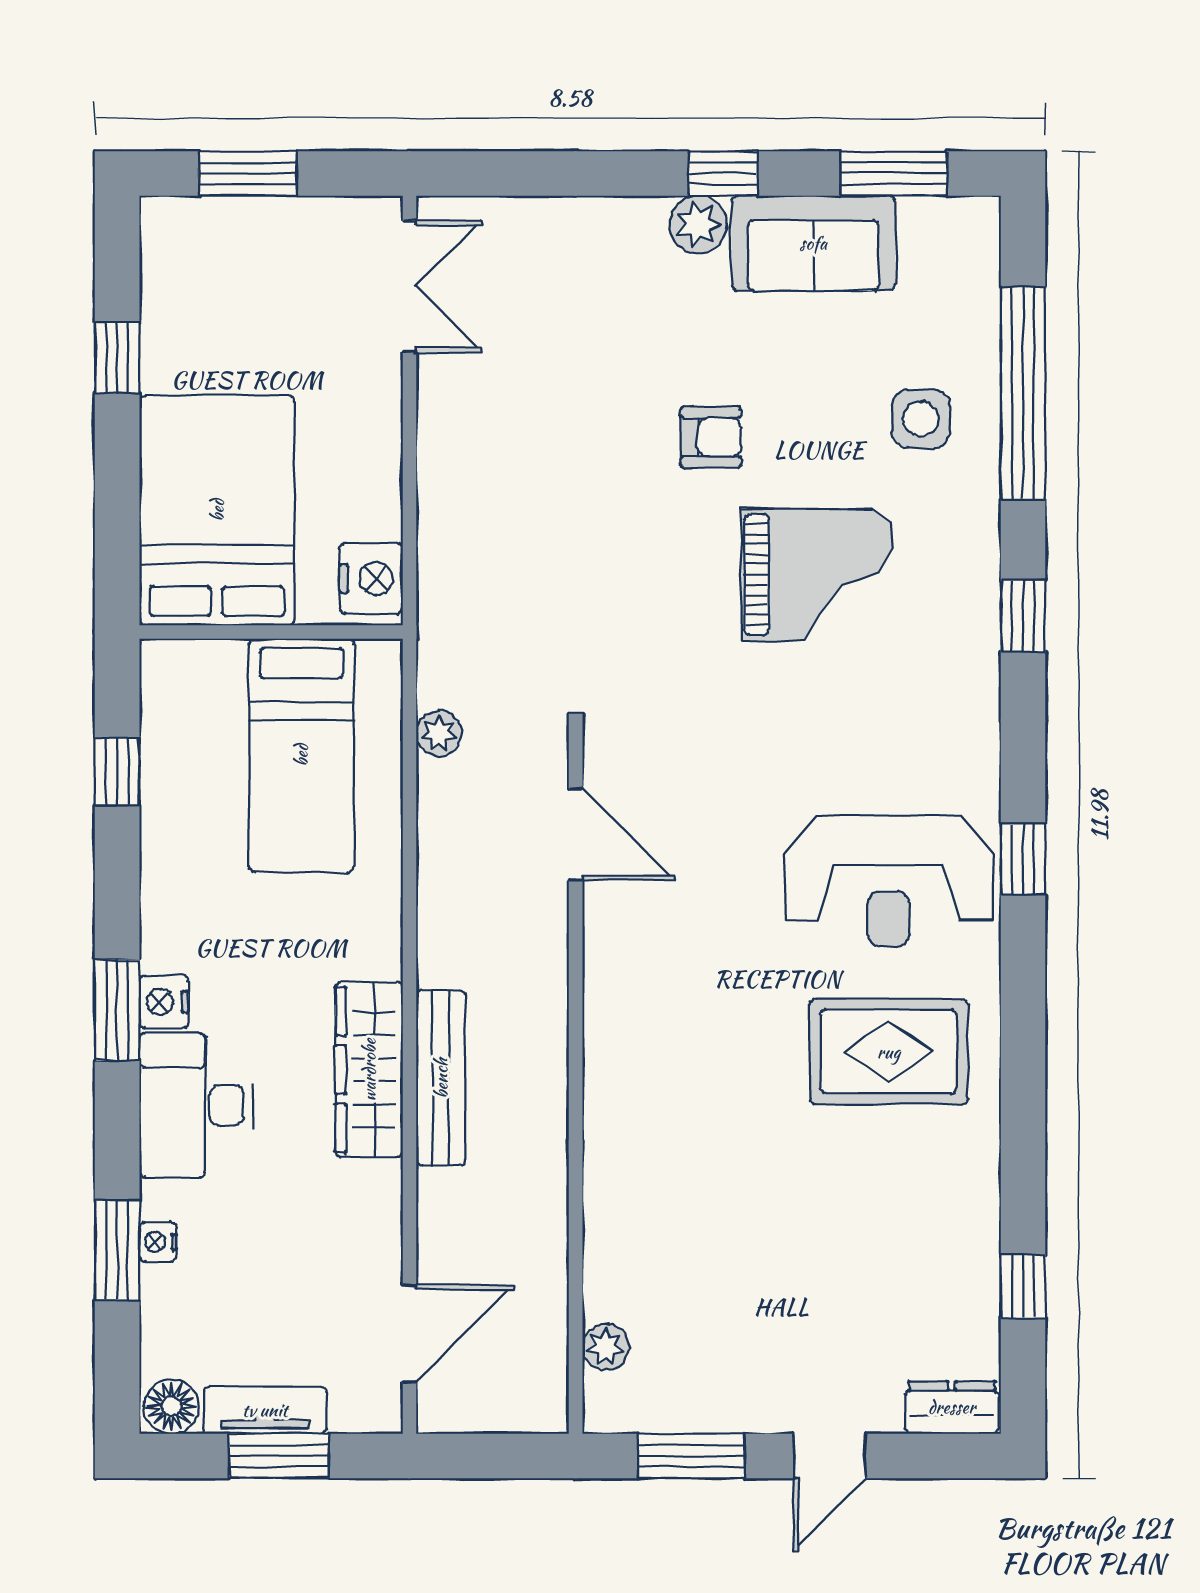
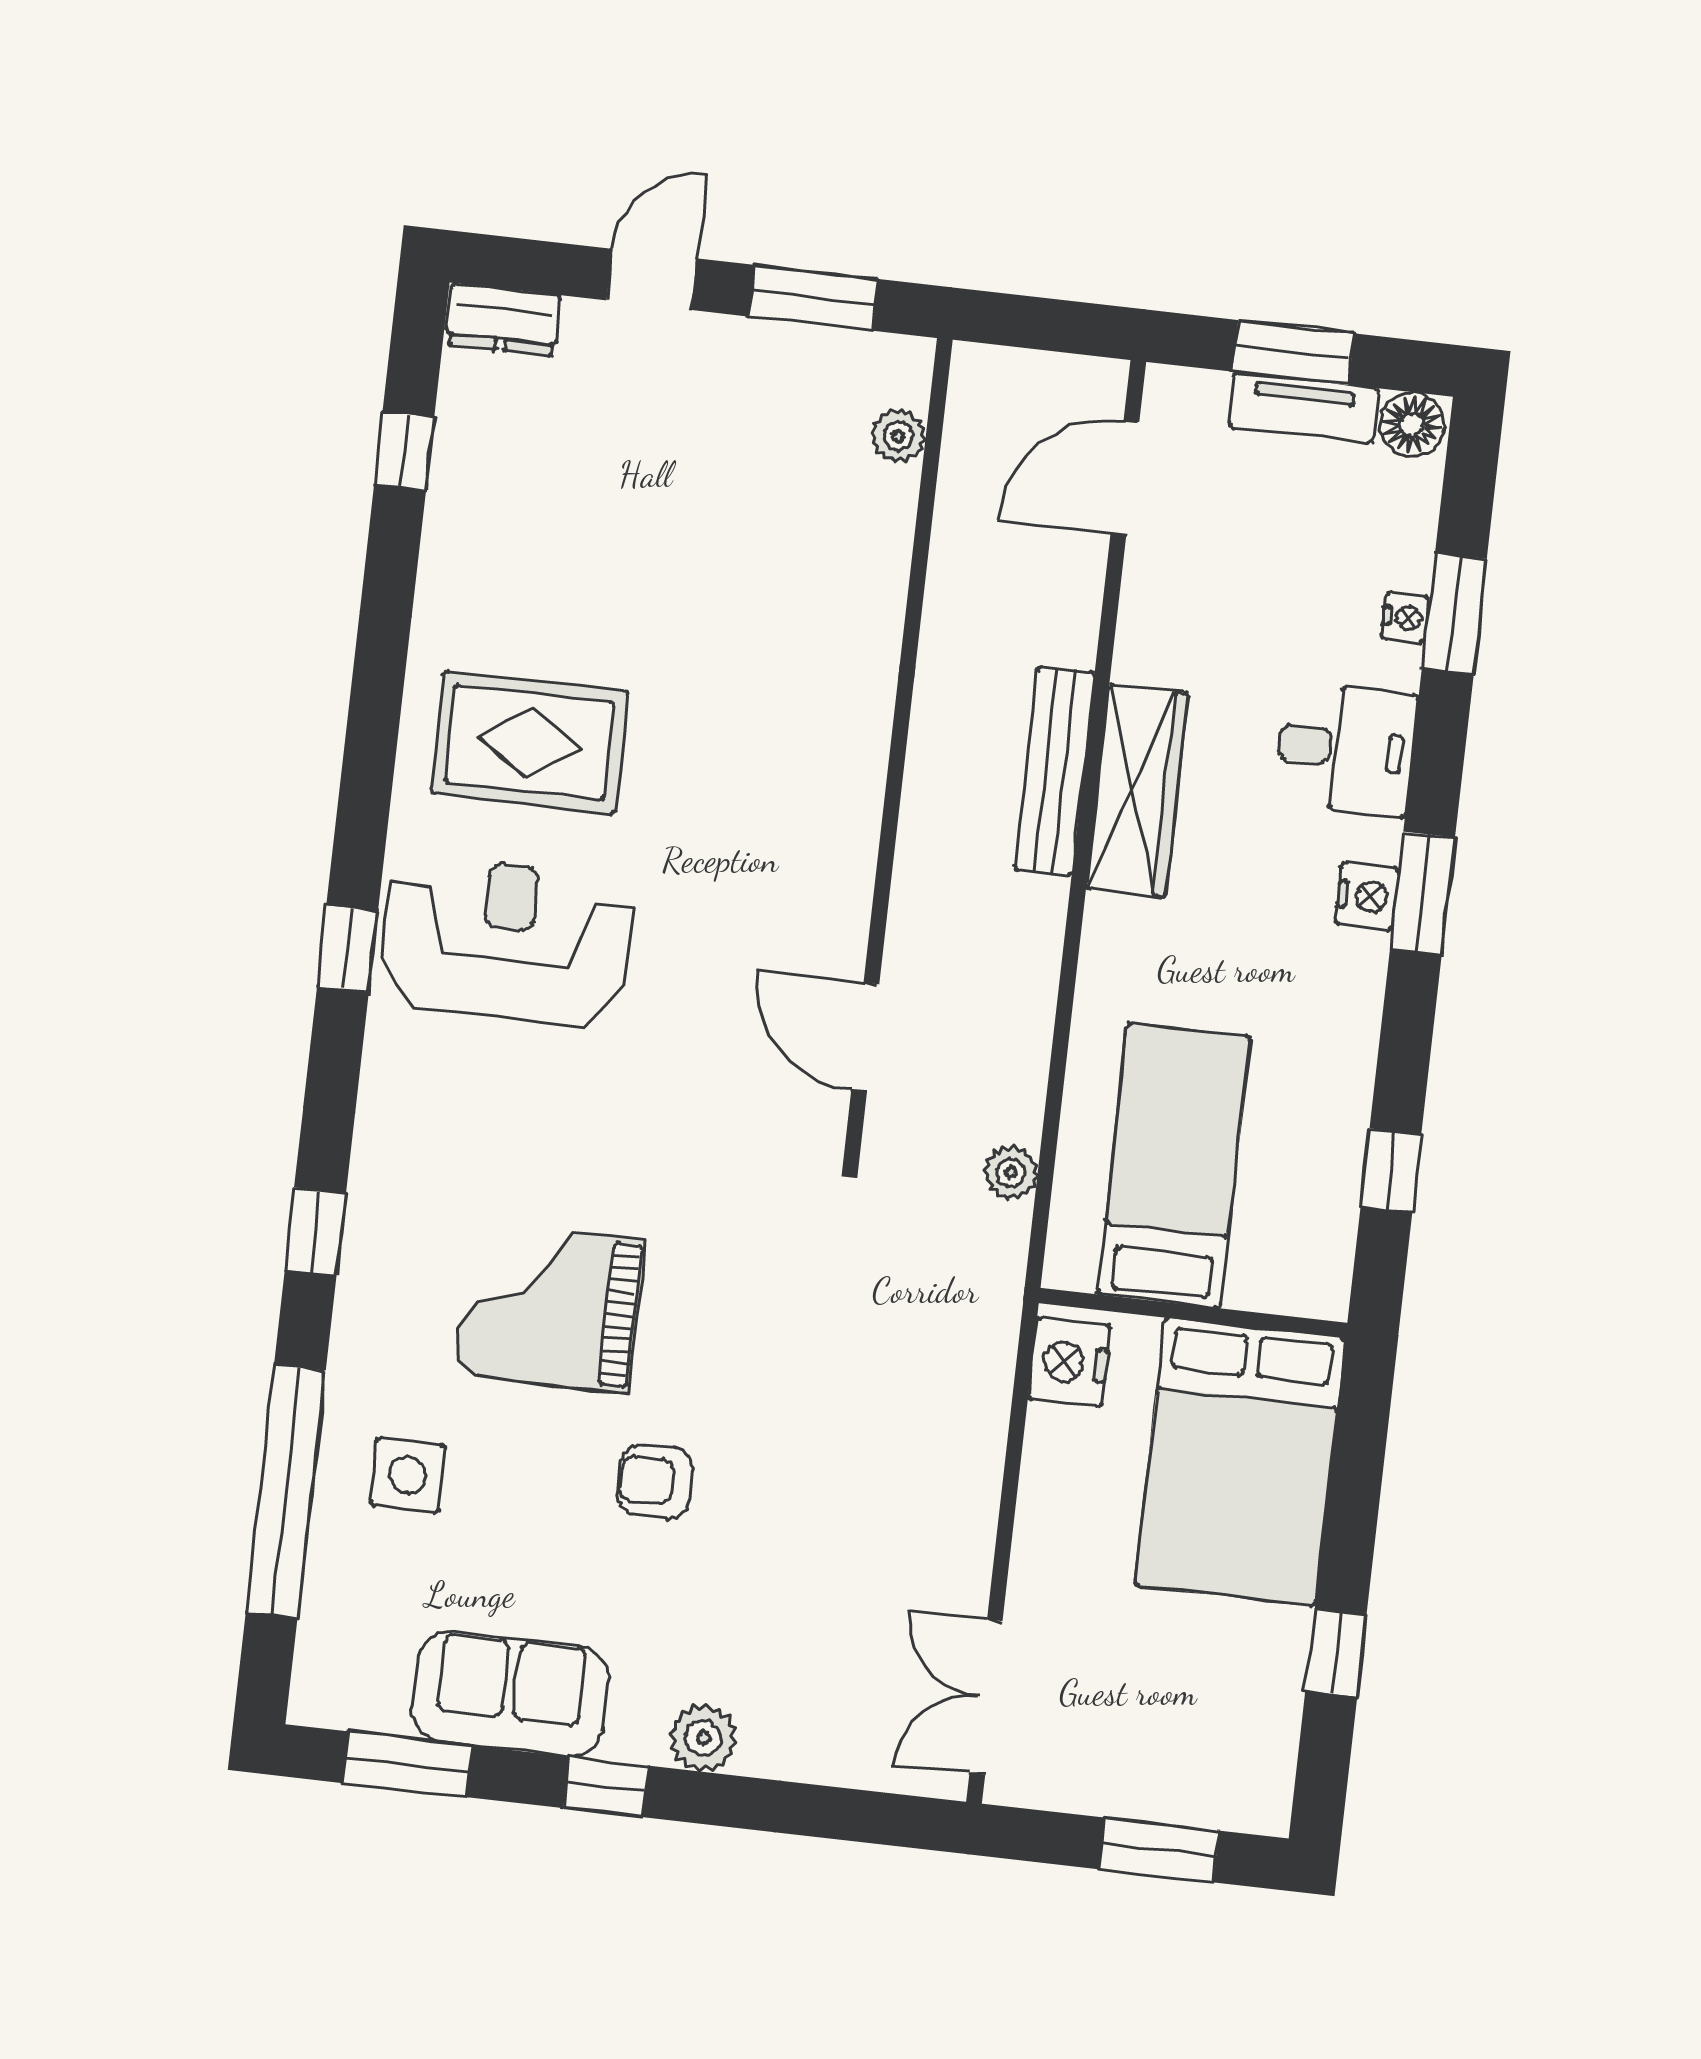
plant: (698, 224) -> (703, 1738), moved
desk: (196, 1105) -> (1346, 749), width x0.73

